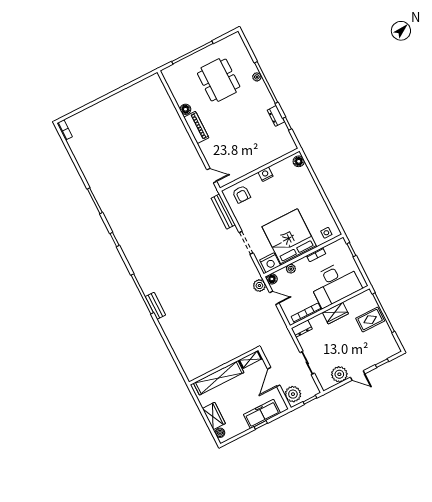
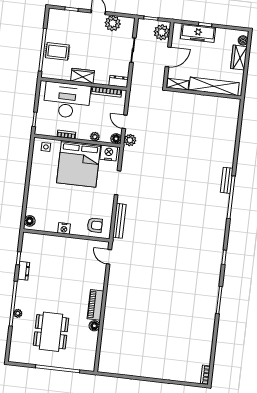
armchair: (241, 194) -> (95, 225), turned 90

